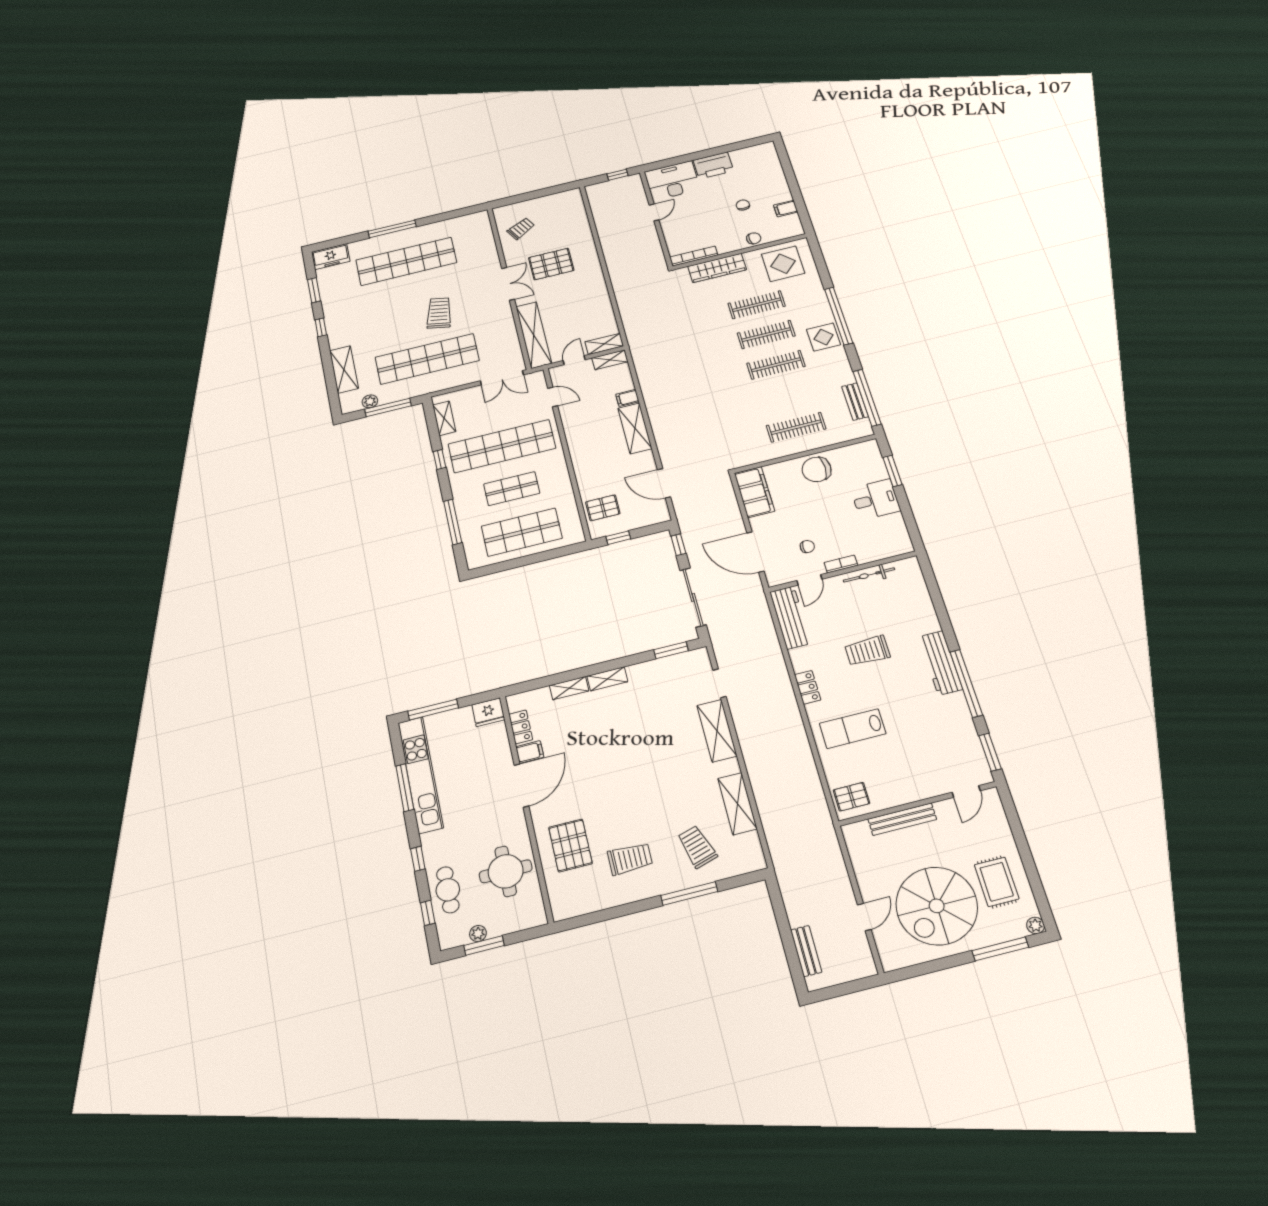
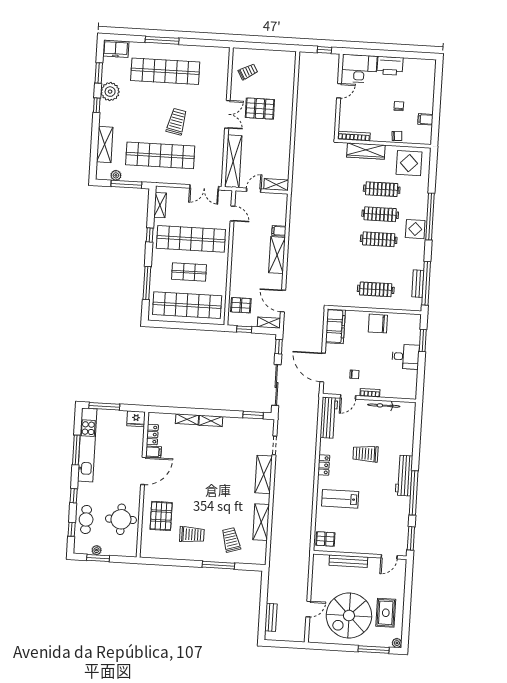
plant: (335, 306) -> (110, 92), added
shelving: (610, 360) -> (269, 323), moved
shop shelf: (522, 532) -> (187, 305), width x1.40

